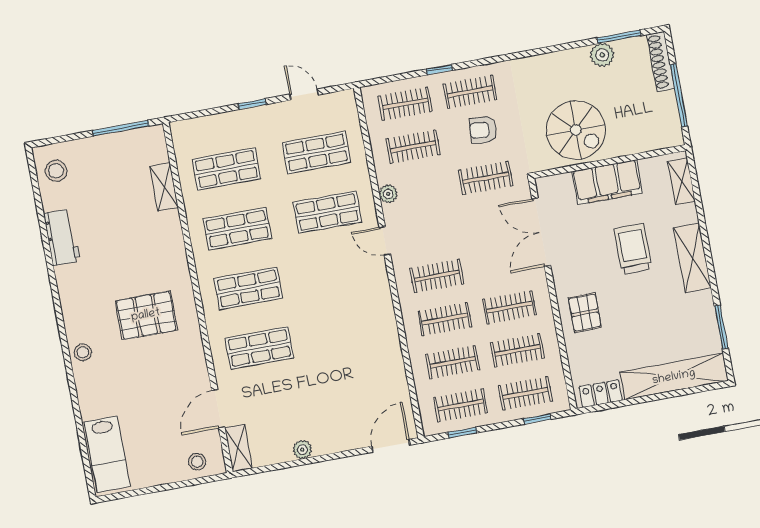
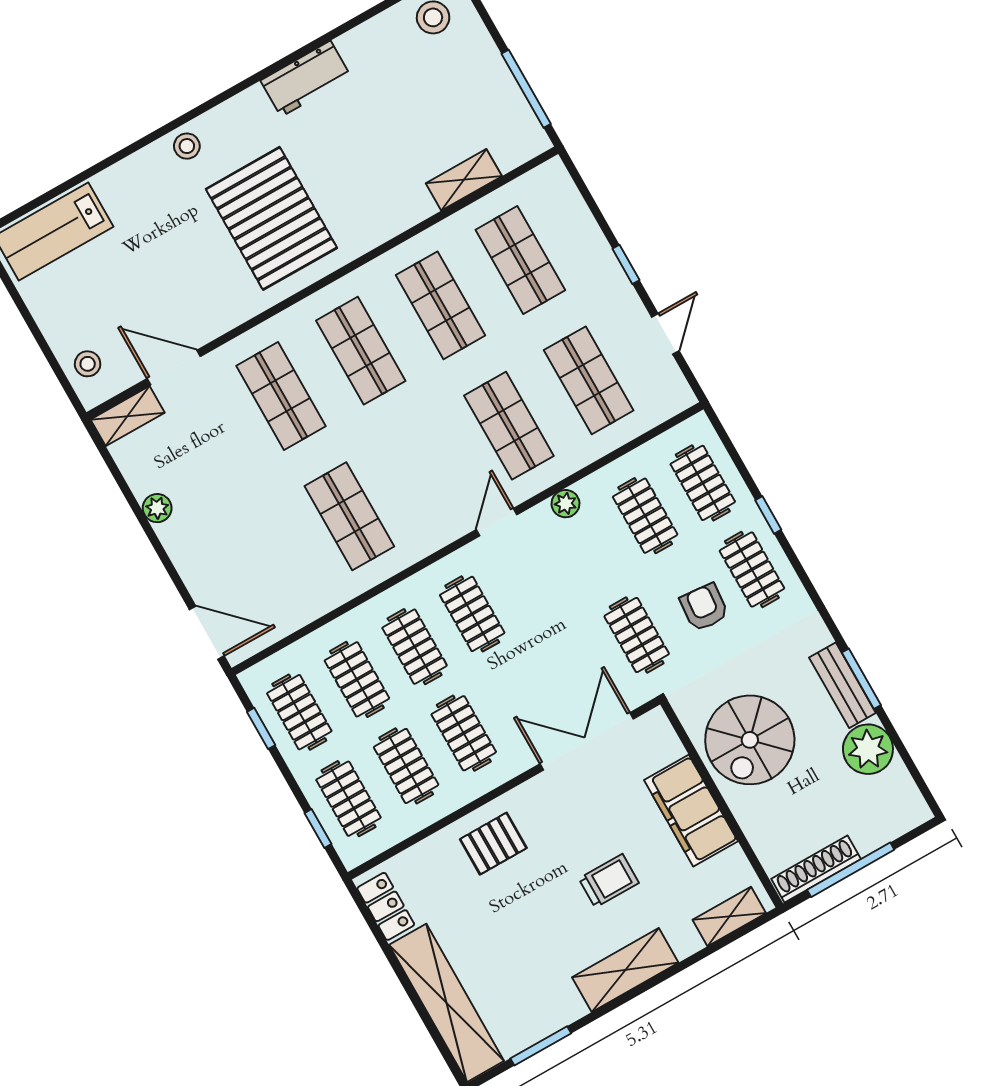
window: (619, 37) -> (861, 679), moved
plant: (602, 55) -> (868, 749), width x1.36, depth x1.36
bench: (562, 60) -> (842, 685), added
shoe rack: (661, 61) -> (816, 869), moved
workbench: (62, 237) -> (306, 79), moved
trolley: (633, 249) -> (609, 881), width x0.73, depth x0.72
pallet: (146, 315) -> (271, 218), width x1.37, depth x1.41
shop shelf: (349, 331) -> (349, 516), added

